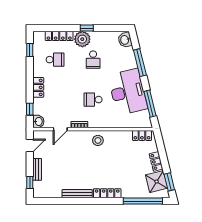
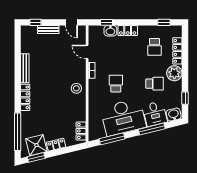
window: (87, 28) -> (185, 98), moved
desk: (124, 59) -> (155, 114), added
school desk: (93, 60) -> (155, 84), turned 180
washbasin: (38, 121) -> (110, 31), moved

